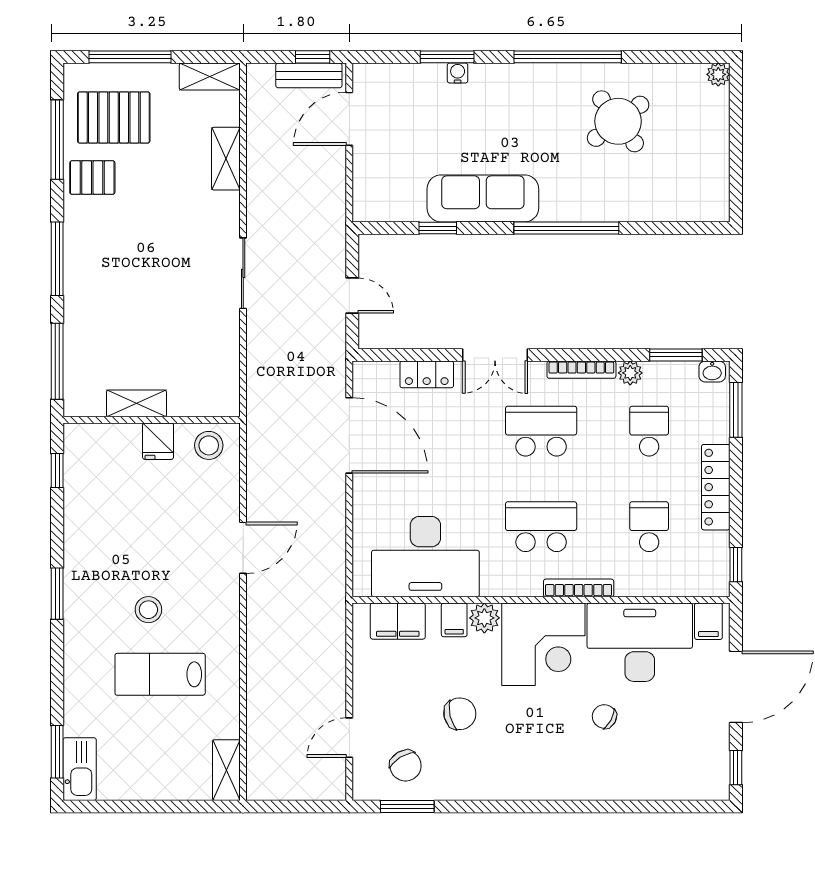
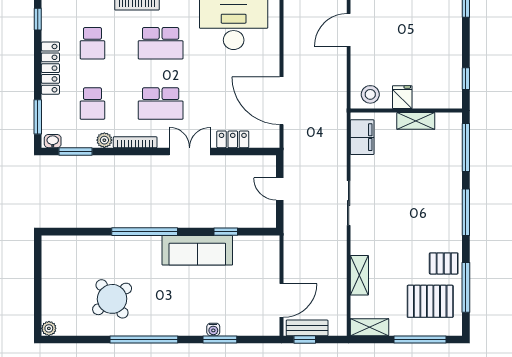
filing cabinet: (222, 378) -> (362, 137), added

